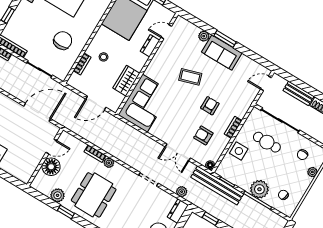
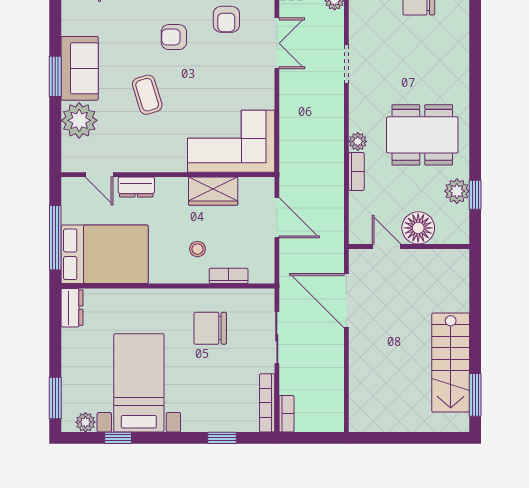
plant: (204, 36) -> (79, 120), width x1.88, depth x1.88
window: (66, 212) -> (475, 195), moved

